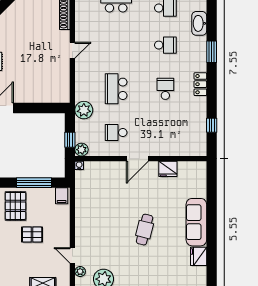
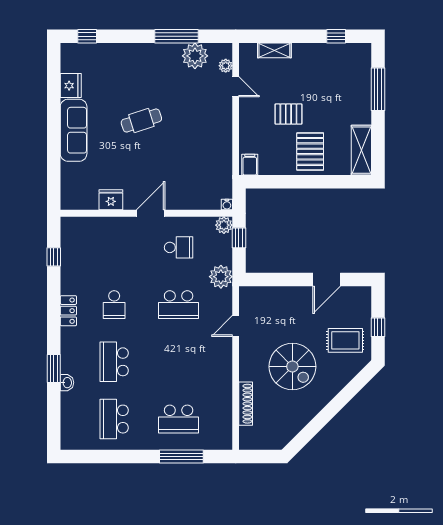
washbasin: (199, 23) -> (67, 383), width x0.52, depth x0.69
spiral stairs: (29, 41) -> (292, 367), added
school desk: (165, 45) -> (114, 362), width x1.85
door: (72, 50) -> (236, 326), moved
window: (212, 52) -> (54, 368), moved
school desk: (116, 89) -> (179, 305), turned 90
window: (34, 183) -> (286, 182), removed
cafe table: (145, 230) -> (141, 121), turned 58

